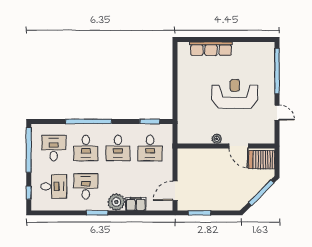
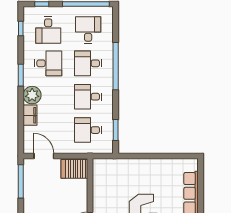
plant: (217, 139) -> (98, 199), removed
desk: (54, 148) -> (88, 30), turned -90
server rack: (187, 161) -> (74, 169), added
window: (52, 213) -> (21, 29), added
window: (199, 213) -> (21, 181), width x1.44

